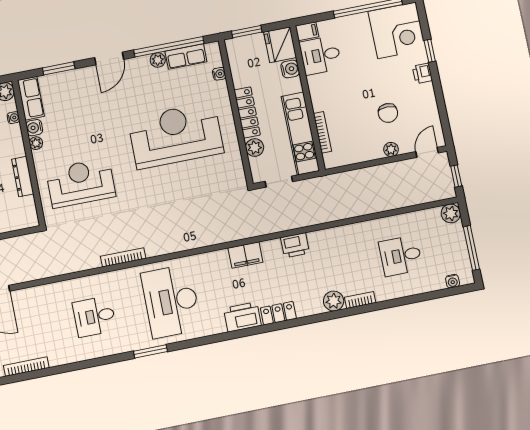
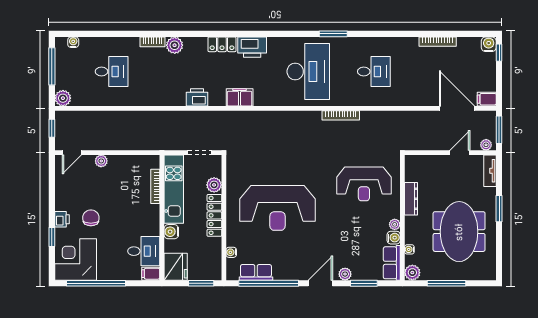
plant: (158, 60) -> (345, 274), moved
water cooler: (290, 69) -> (171, 232), moved
chair: (388, 113) -> (91, 218), moved

